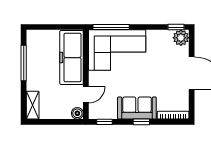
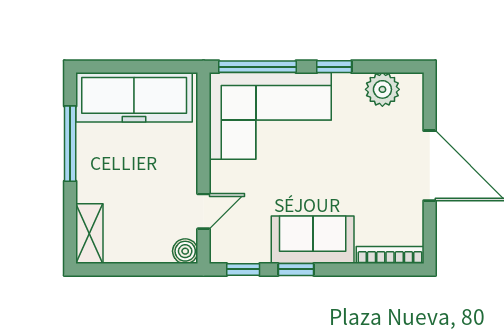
window: (176, 27) -> (334, 67), moved
plant: (181, 38) -> (382, 89), moved
freezer: (72, 58) -> (134, 97), moved, turned -90
window: (141, 122) -> (296, 269), moved

